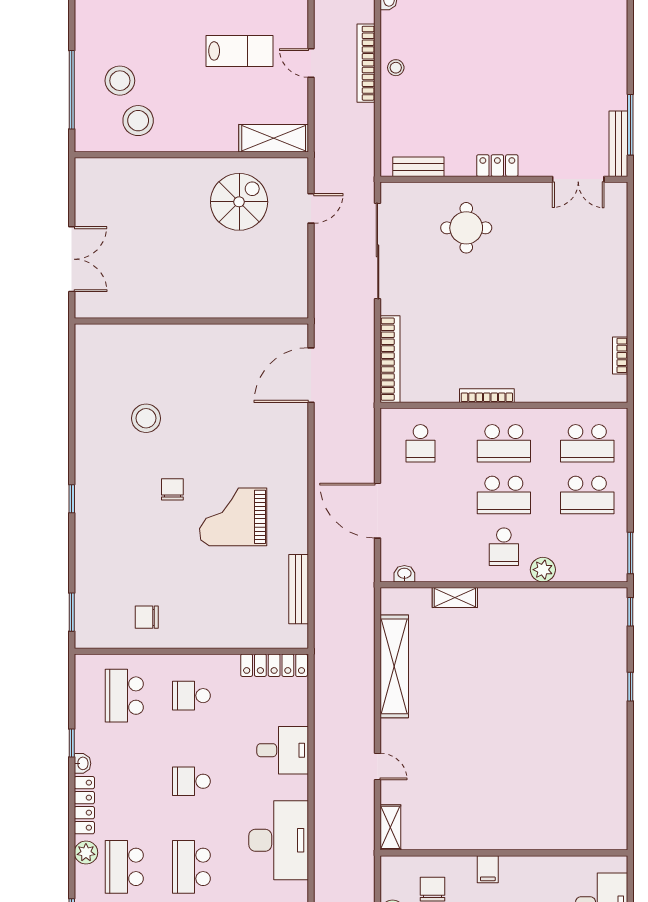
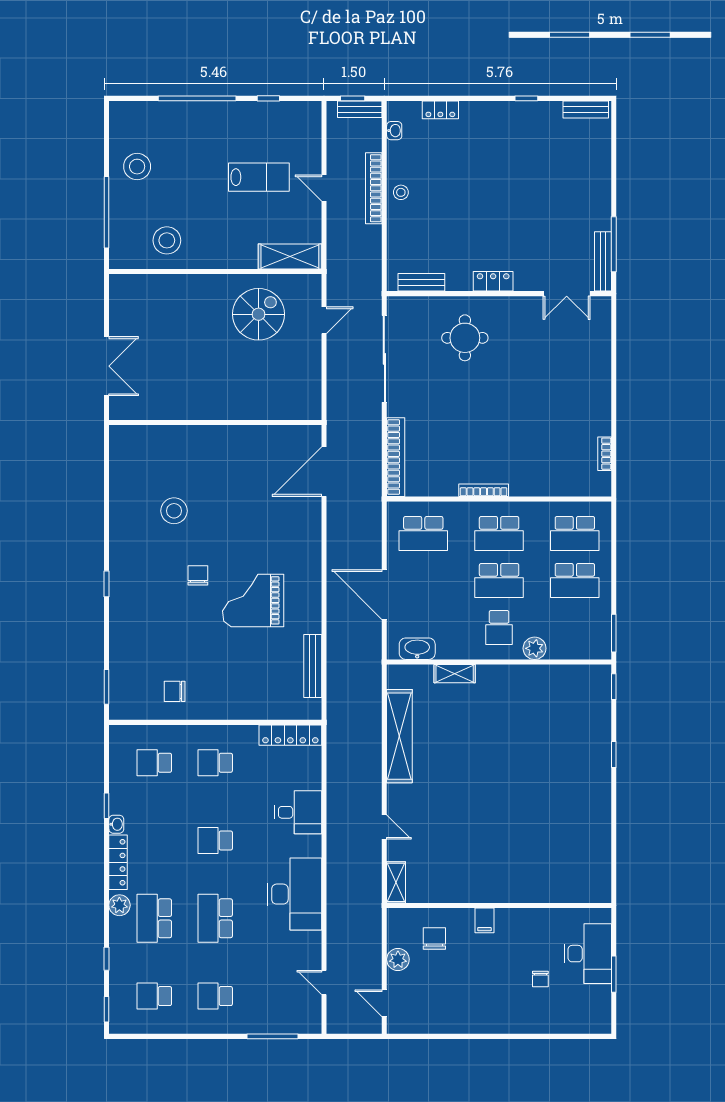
stool: (120, 81) -> (137, 167), moved
school desk: (420, 443) -> (423, 533), width x1.85
washbasin: (404, 574) -> (417, 649), width x1.91, depth x1.45
school desk: (124, 696) -> (154, 763), width x0.54

